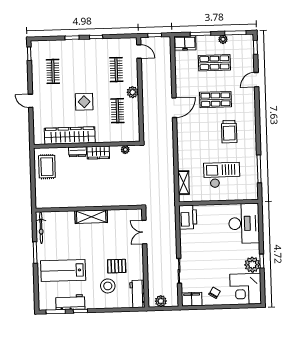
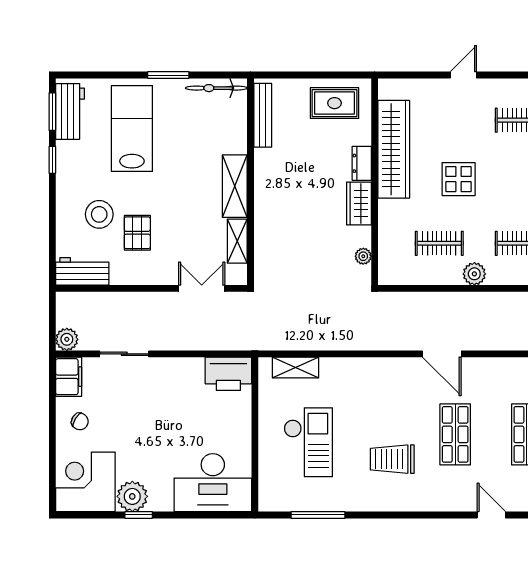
bench: (54, 203) -> (263, 115), added
shelving: (119, 215) -> (237, 241), added
plant: (161, 301) -> (67, 339), moved
workbench: (70, 302) -> (70, 111), moved

